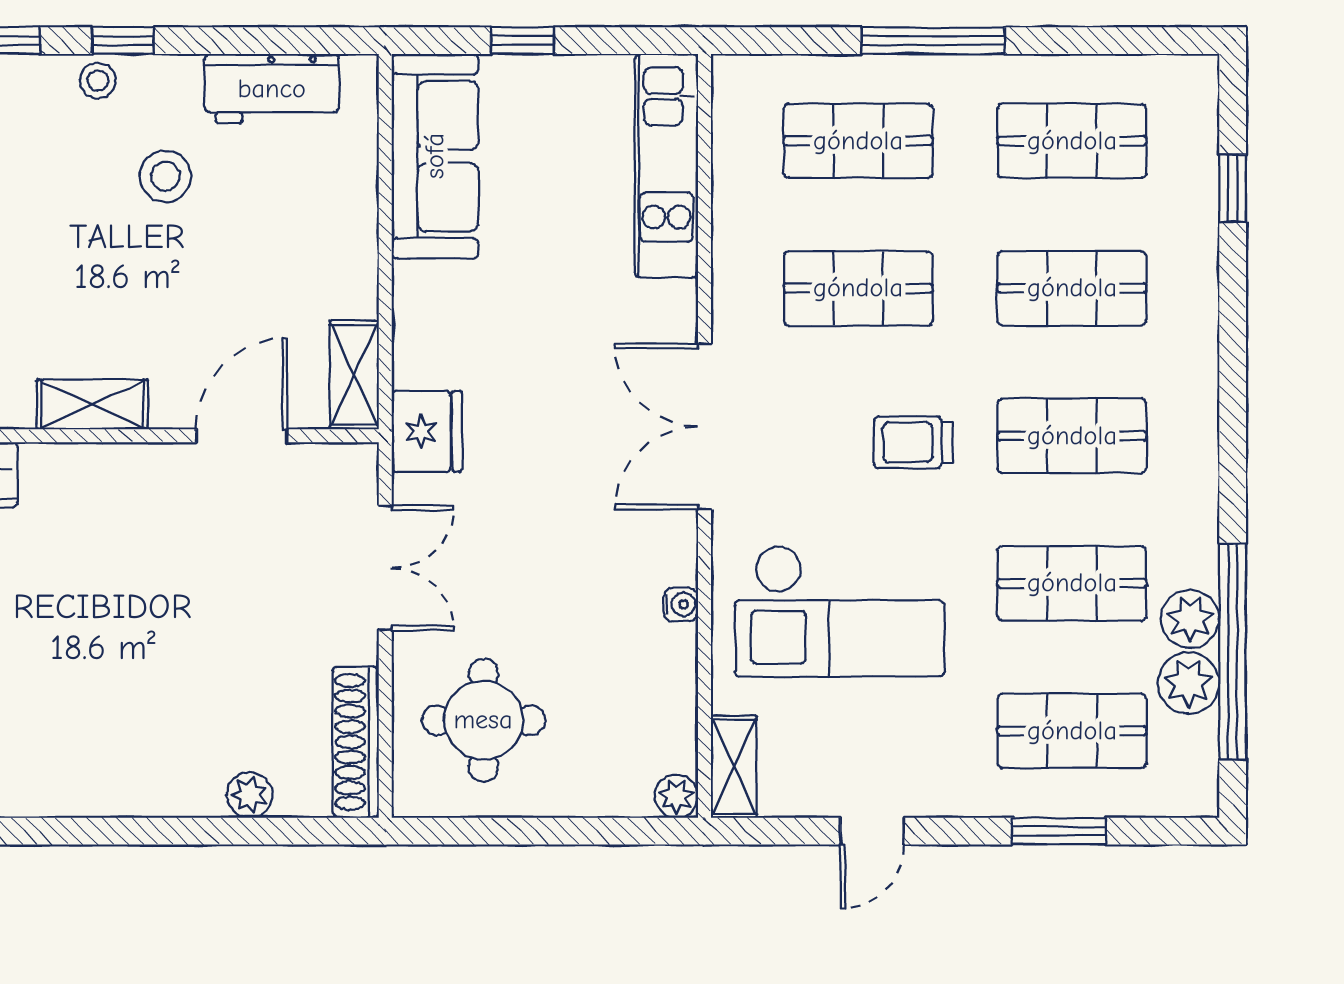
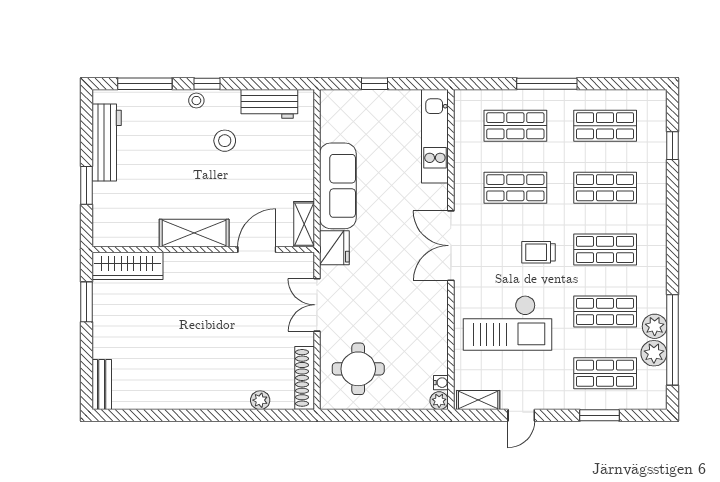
sofa: (435, 156) -> (338, 186), moved
shelving: (92, 405) -> (194, 233), width x1.50, depth x1.33
double door: (385, 568) -> (317, 305), swing flipped
water cooler: (681, 604) -> (441, 383), moved
shelving: (734, 767) -> (478, 400), moved, turned 90

